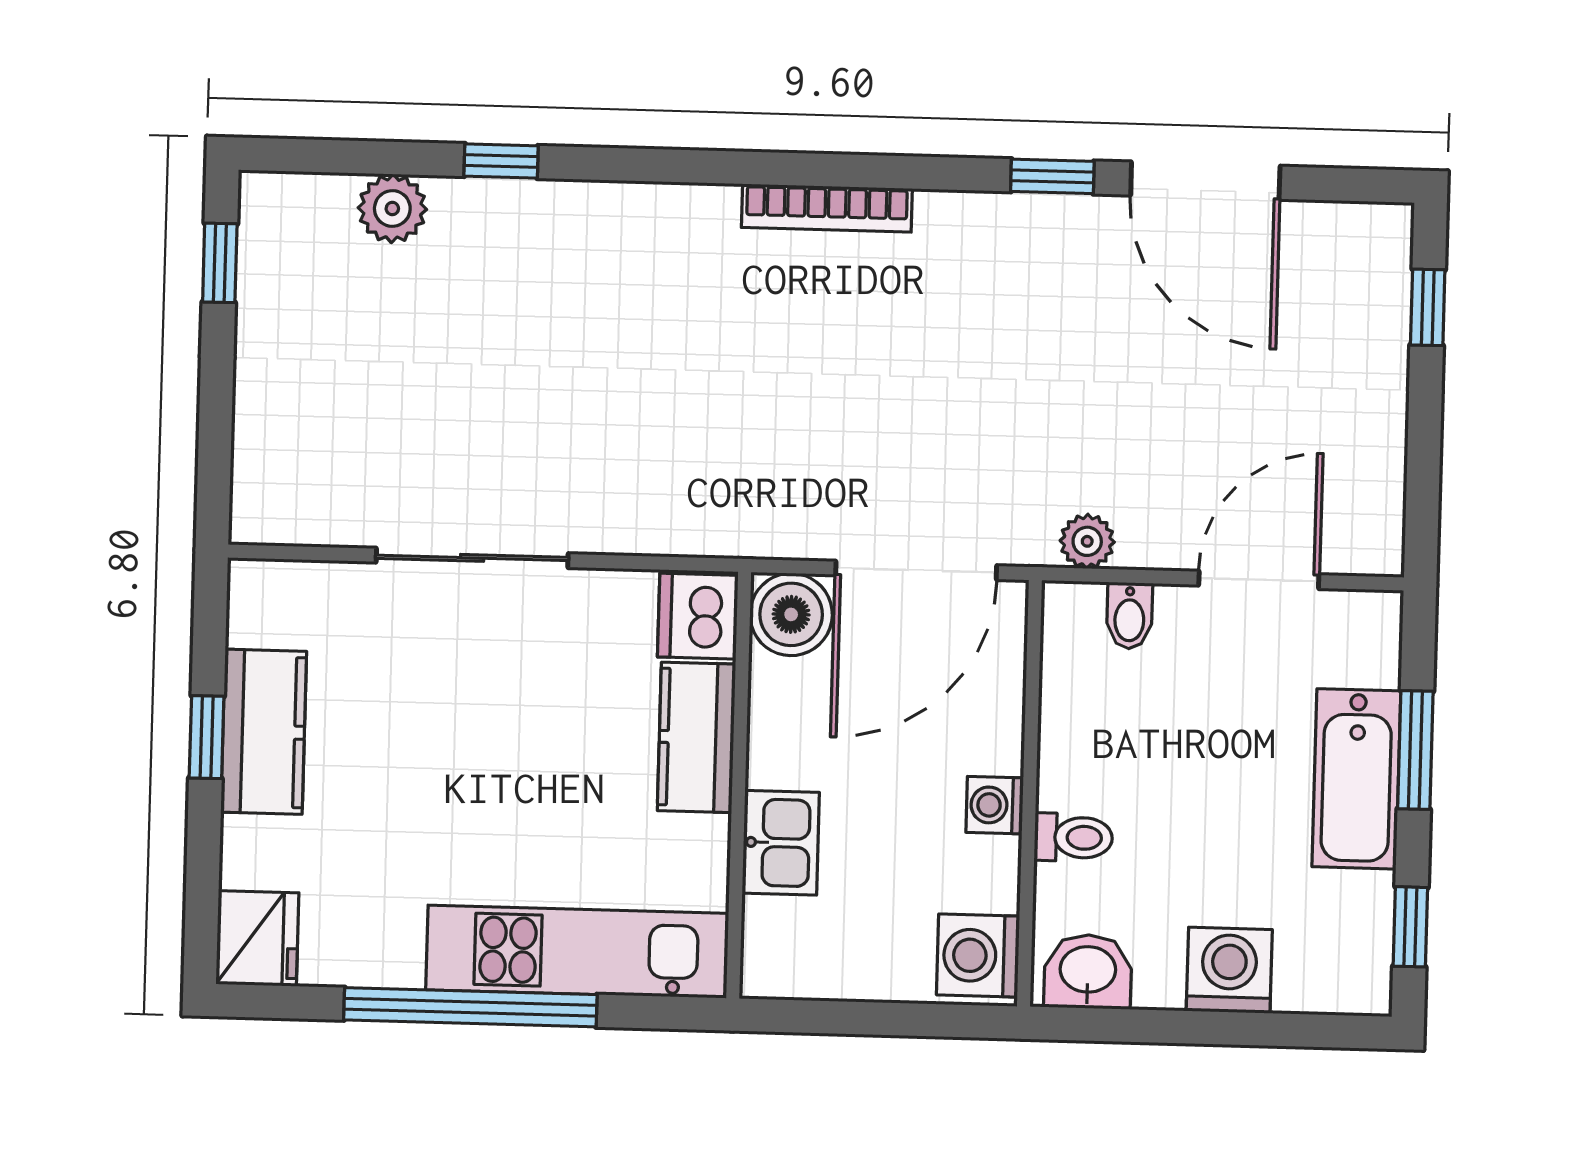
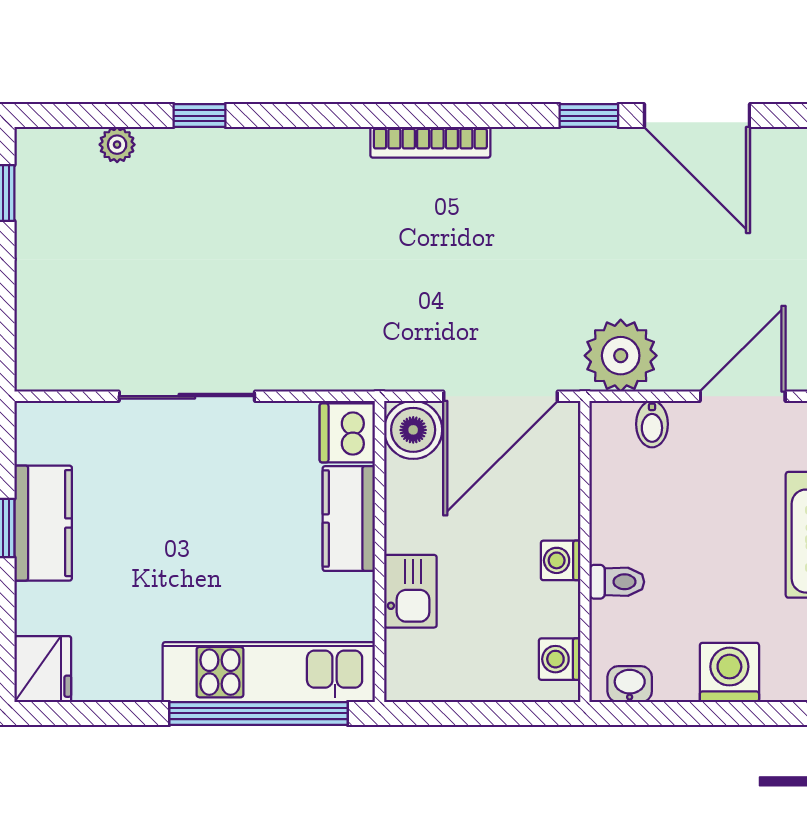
plant: (392, 209) -> (117, 145), width x0.73, depth x0.73
plant: (1087, 541) -> (621, 356), width x1.87, depth x1.87
washing machine: (978, 956) -> (560, 659), width x0.73, depth x0.73
washbasin: (1088, 972) -> (630, 684), width x0.72, depth x0.69
window: (470, 1007) -> (259, 713), moved

